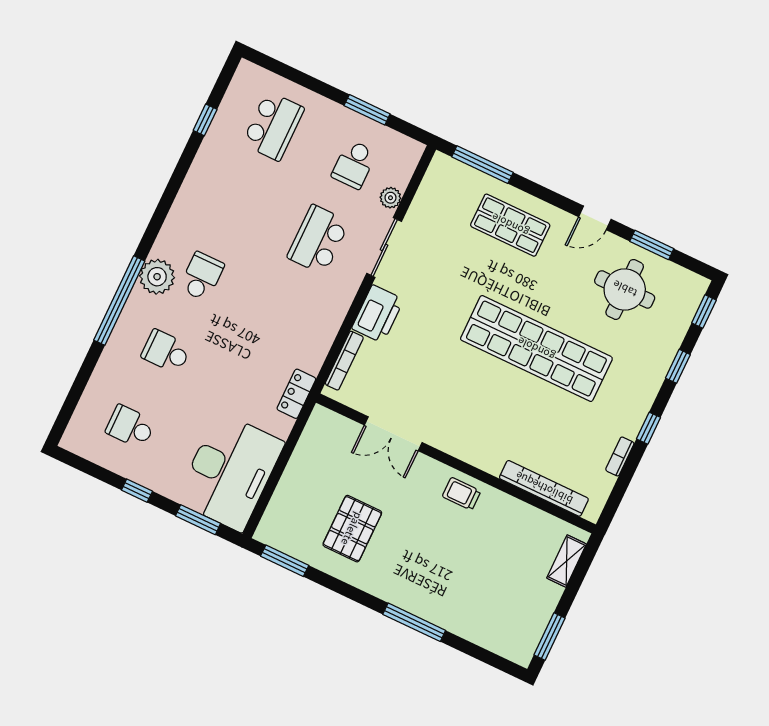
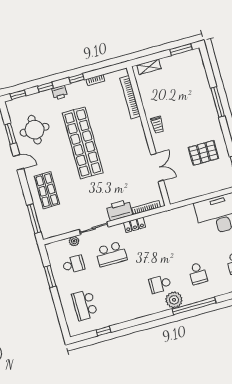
school desk: (273, 126) -> (85, 305), turned -90
printer: (650, 381) -> (60, 93), added
locker: (296, 394) -> (134, 225), moved

